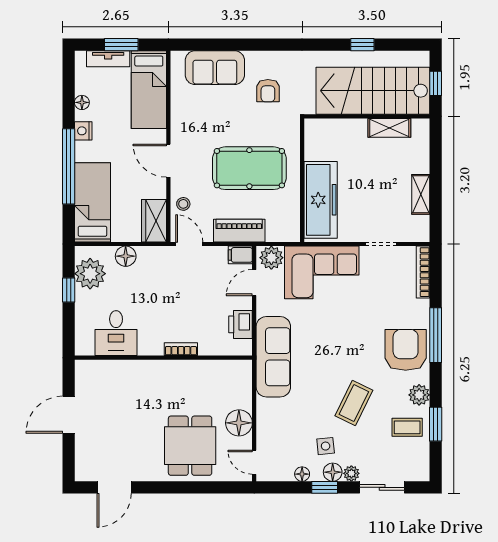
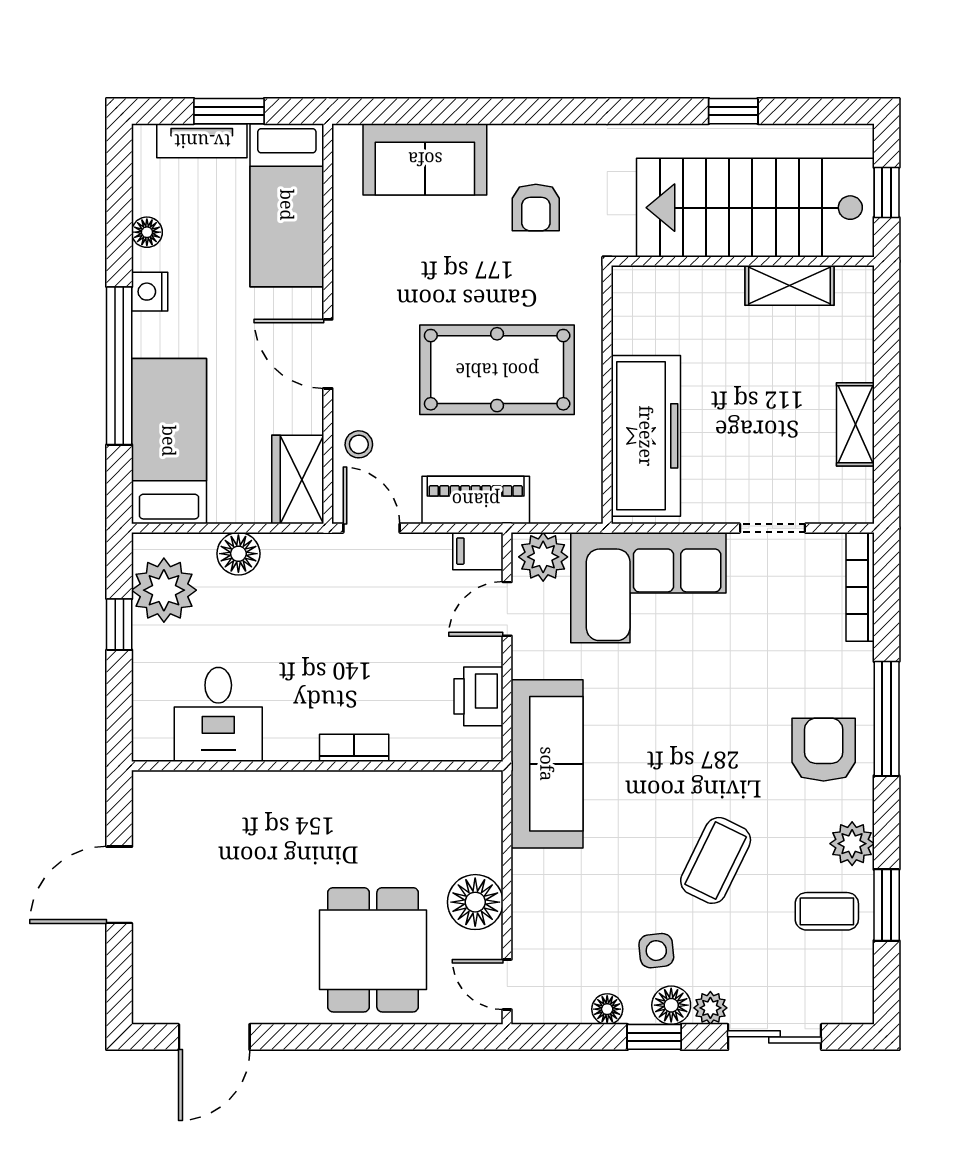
armchair: (406, 350) -> (824, 750), width x0.73, depth x0.73

